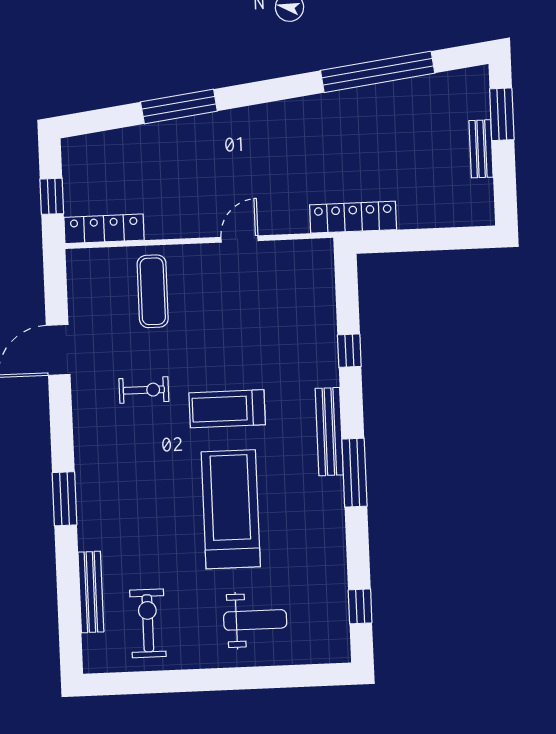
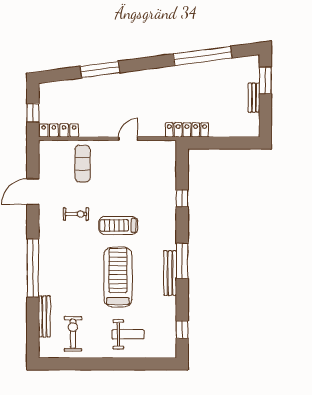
bench: (329, 432) -> (170, 273), moved
window: (64, 499) -> (33, 268), width x2.11

